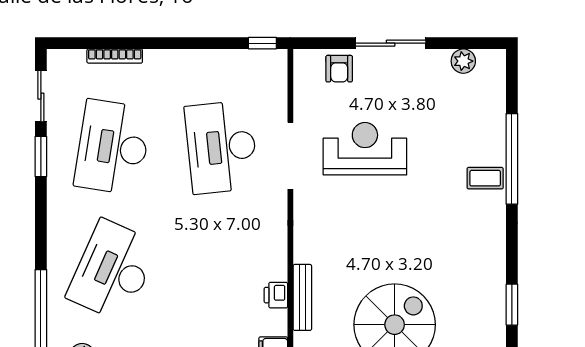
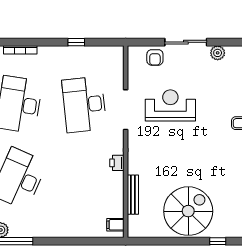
window: (262, 43) -> (76, 42), moved
plant: (463, 61) -> (218, 53), moved
printer: (276, 295) -> (117, 163), moved

